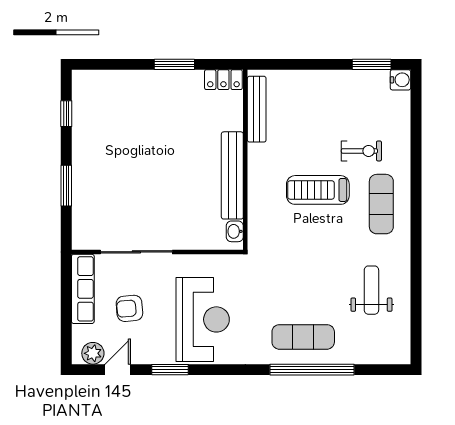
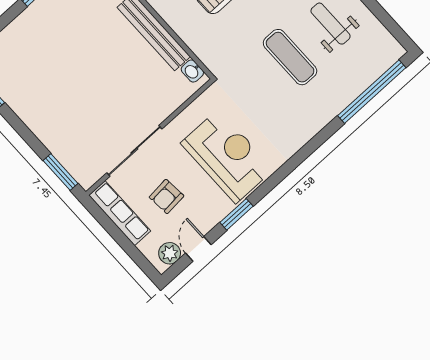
window: (66, 186) -> (61, 172), moved
exercise mat: (303, 337) -> (290, 57), moved, turned 90
window: (312, 370) -> (372, 92), moved

